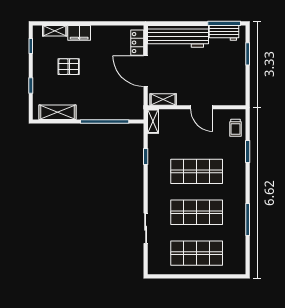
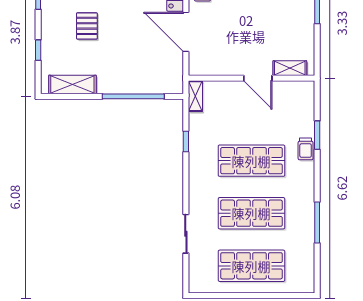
pallet: (69, 67) -> (87, 26), turned 90
shelving: (163, 99) -> (290, 68), moved
trolley: (235, 128) -> (306, 149), moved

